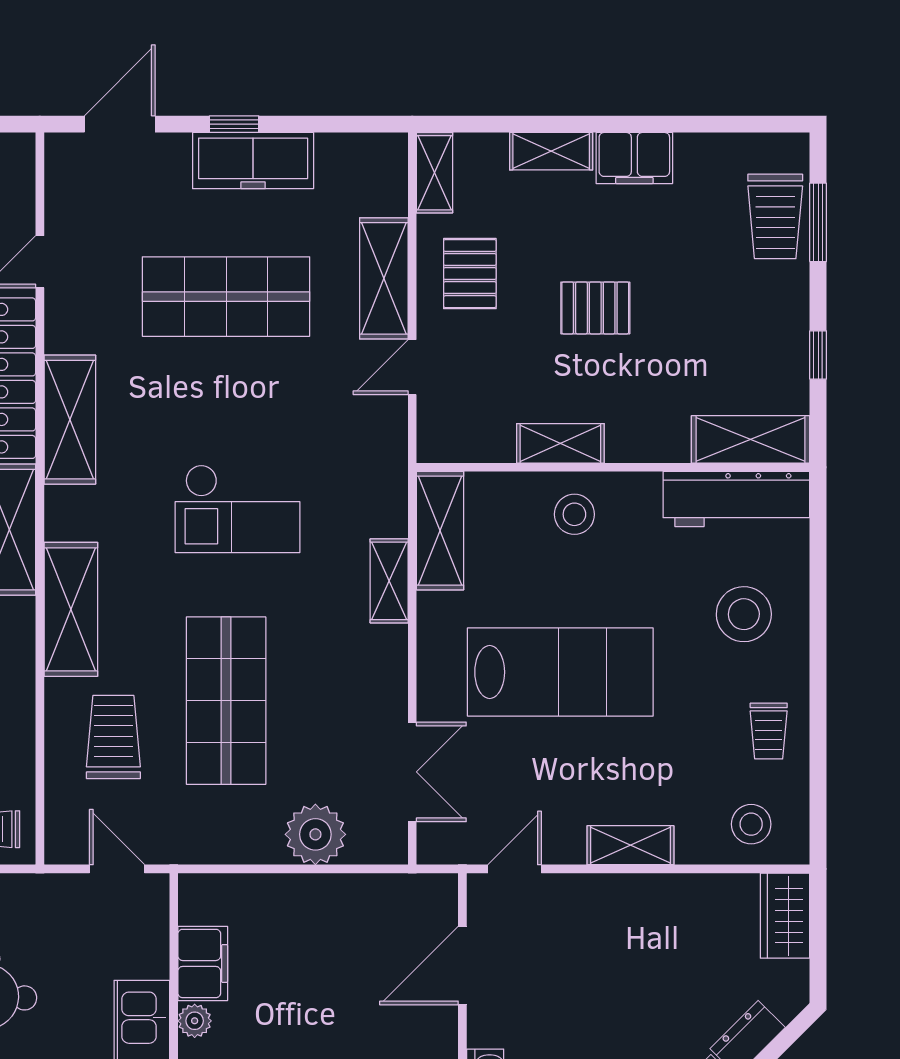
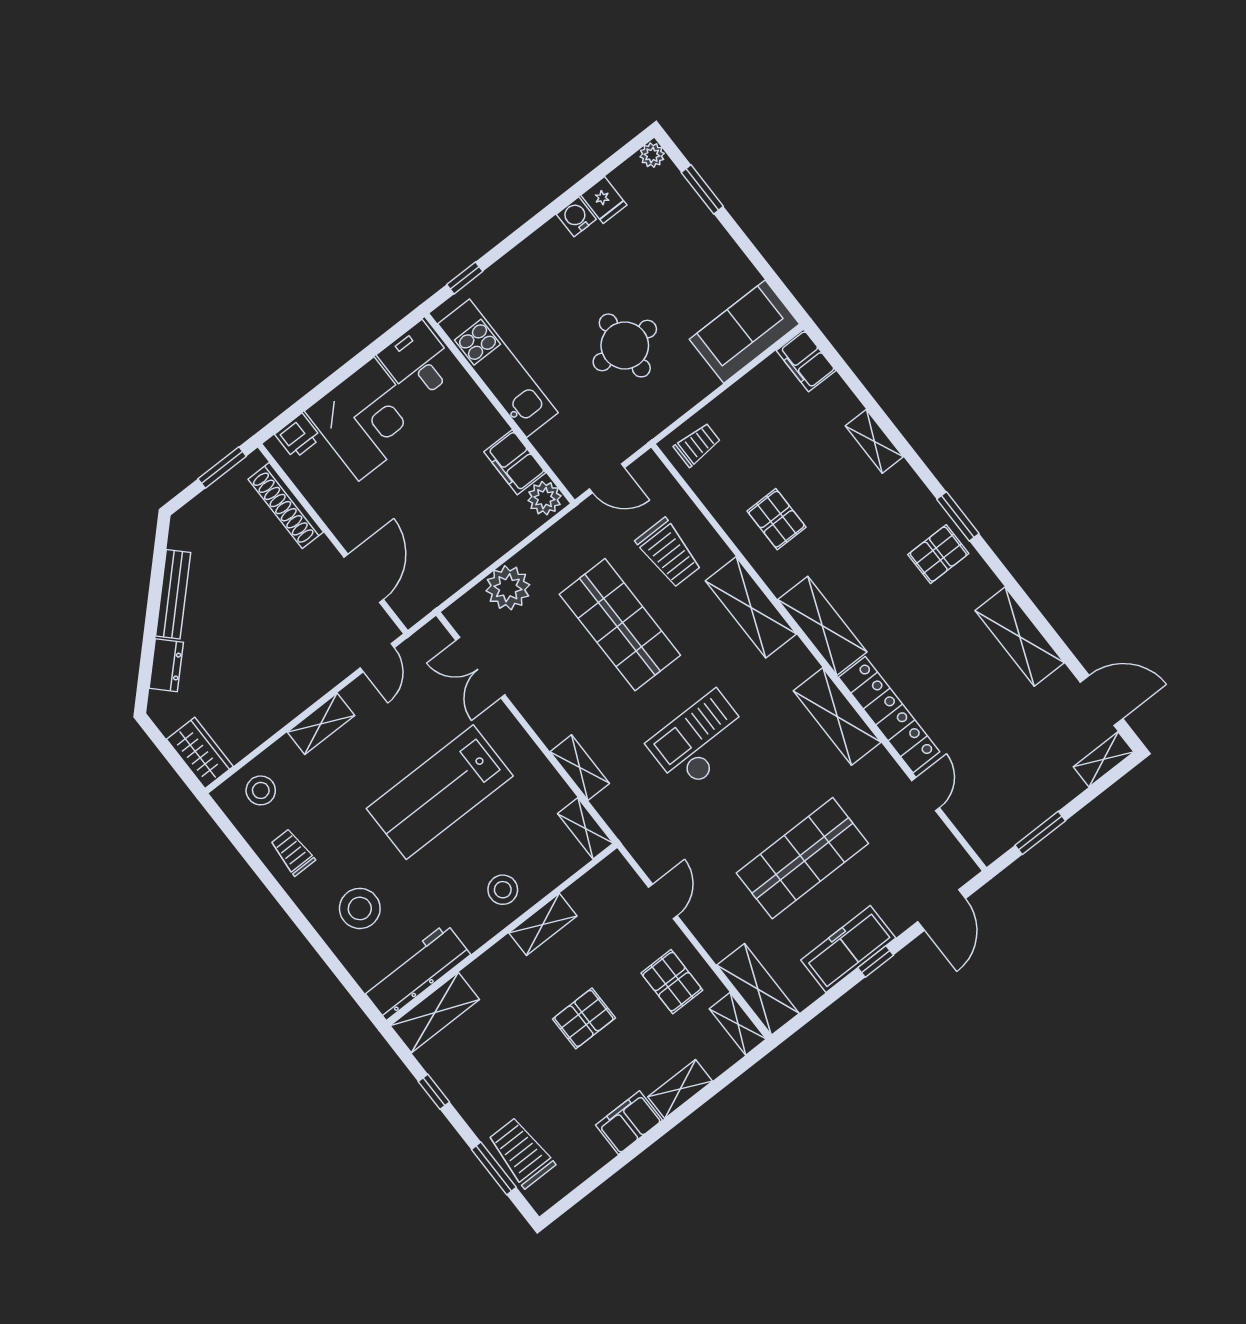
shelving: (384, 278) -> (758, 989), moved
shelving: (440, 531) -> (585, 828), width x0.67, depth x0.75
plant: (195, 1021) -> (545, 498), moved, width x1.38, depth x1.38

